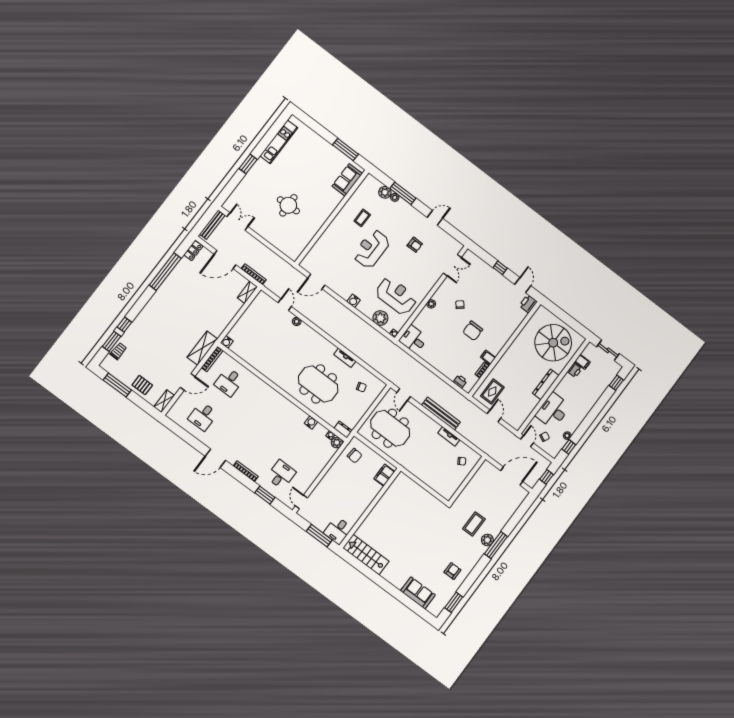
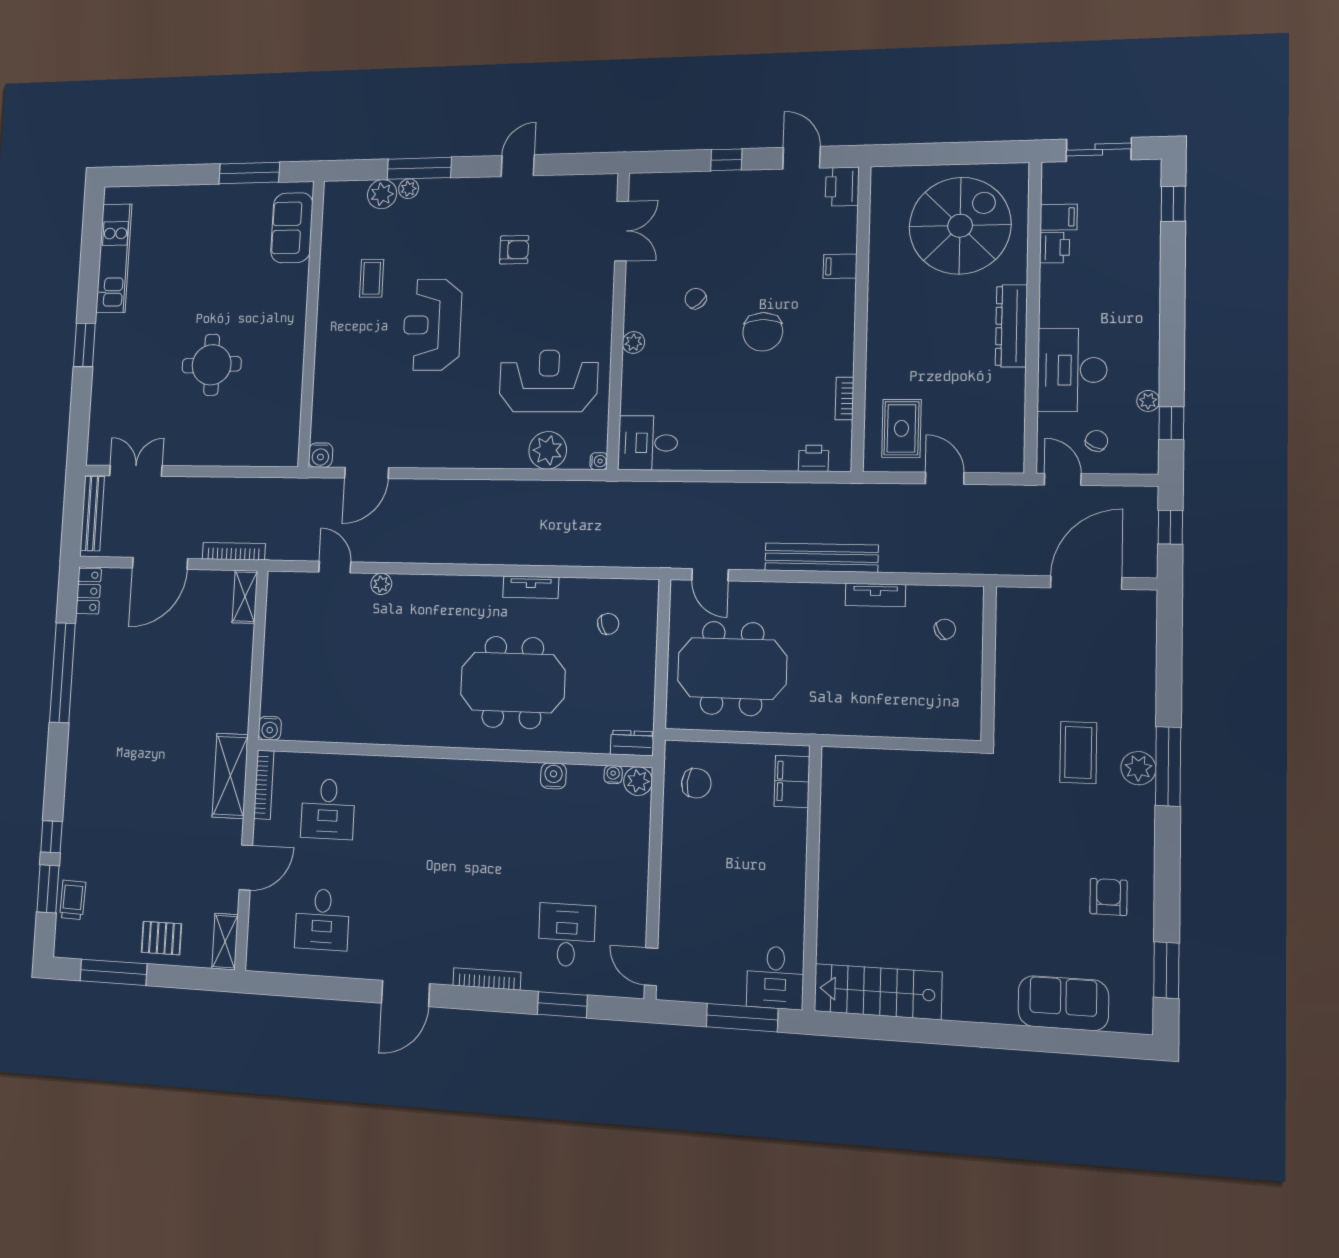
water cooler: (354, 301) -> (321, 455), moved
filing cabinet: (488, 357) -> (840, 266), moved

